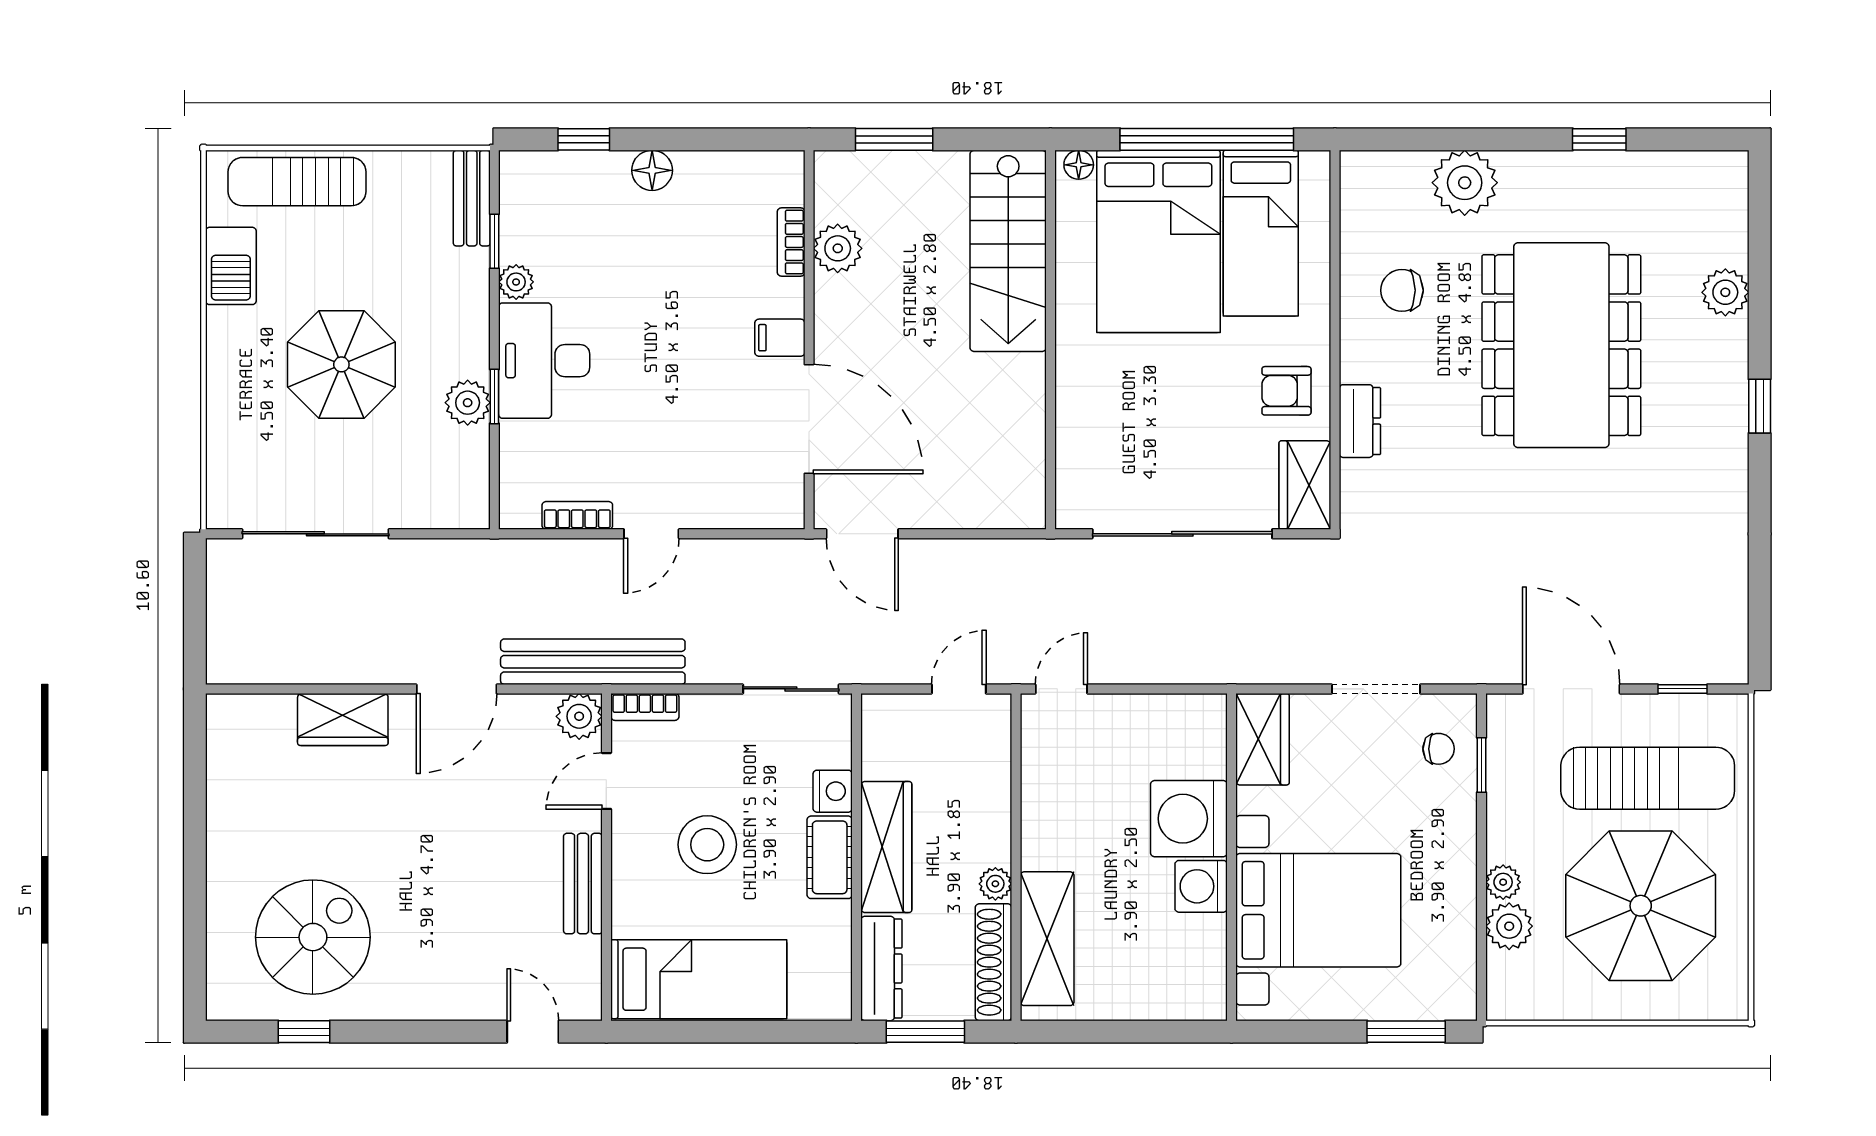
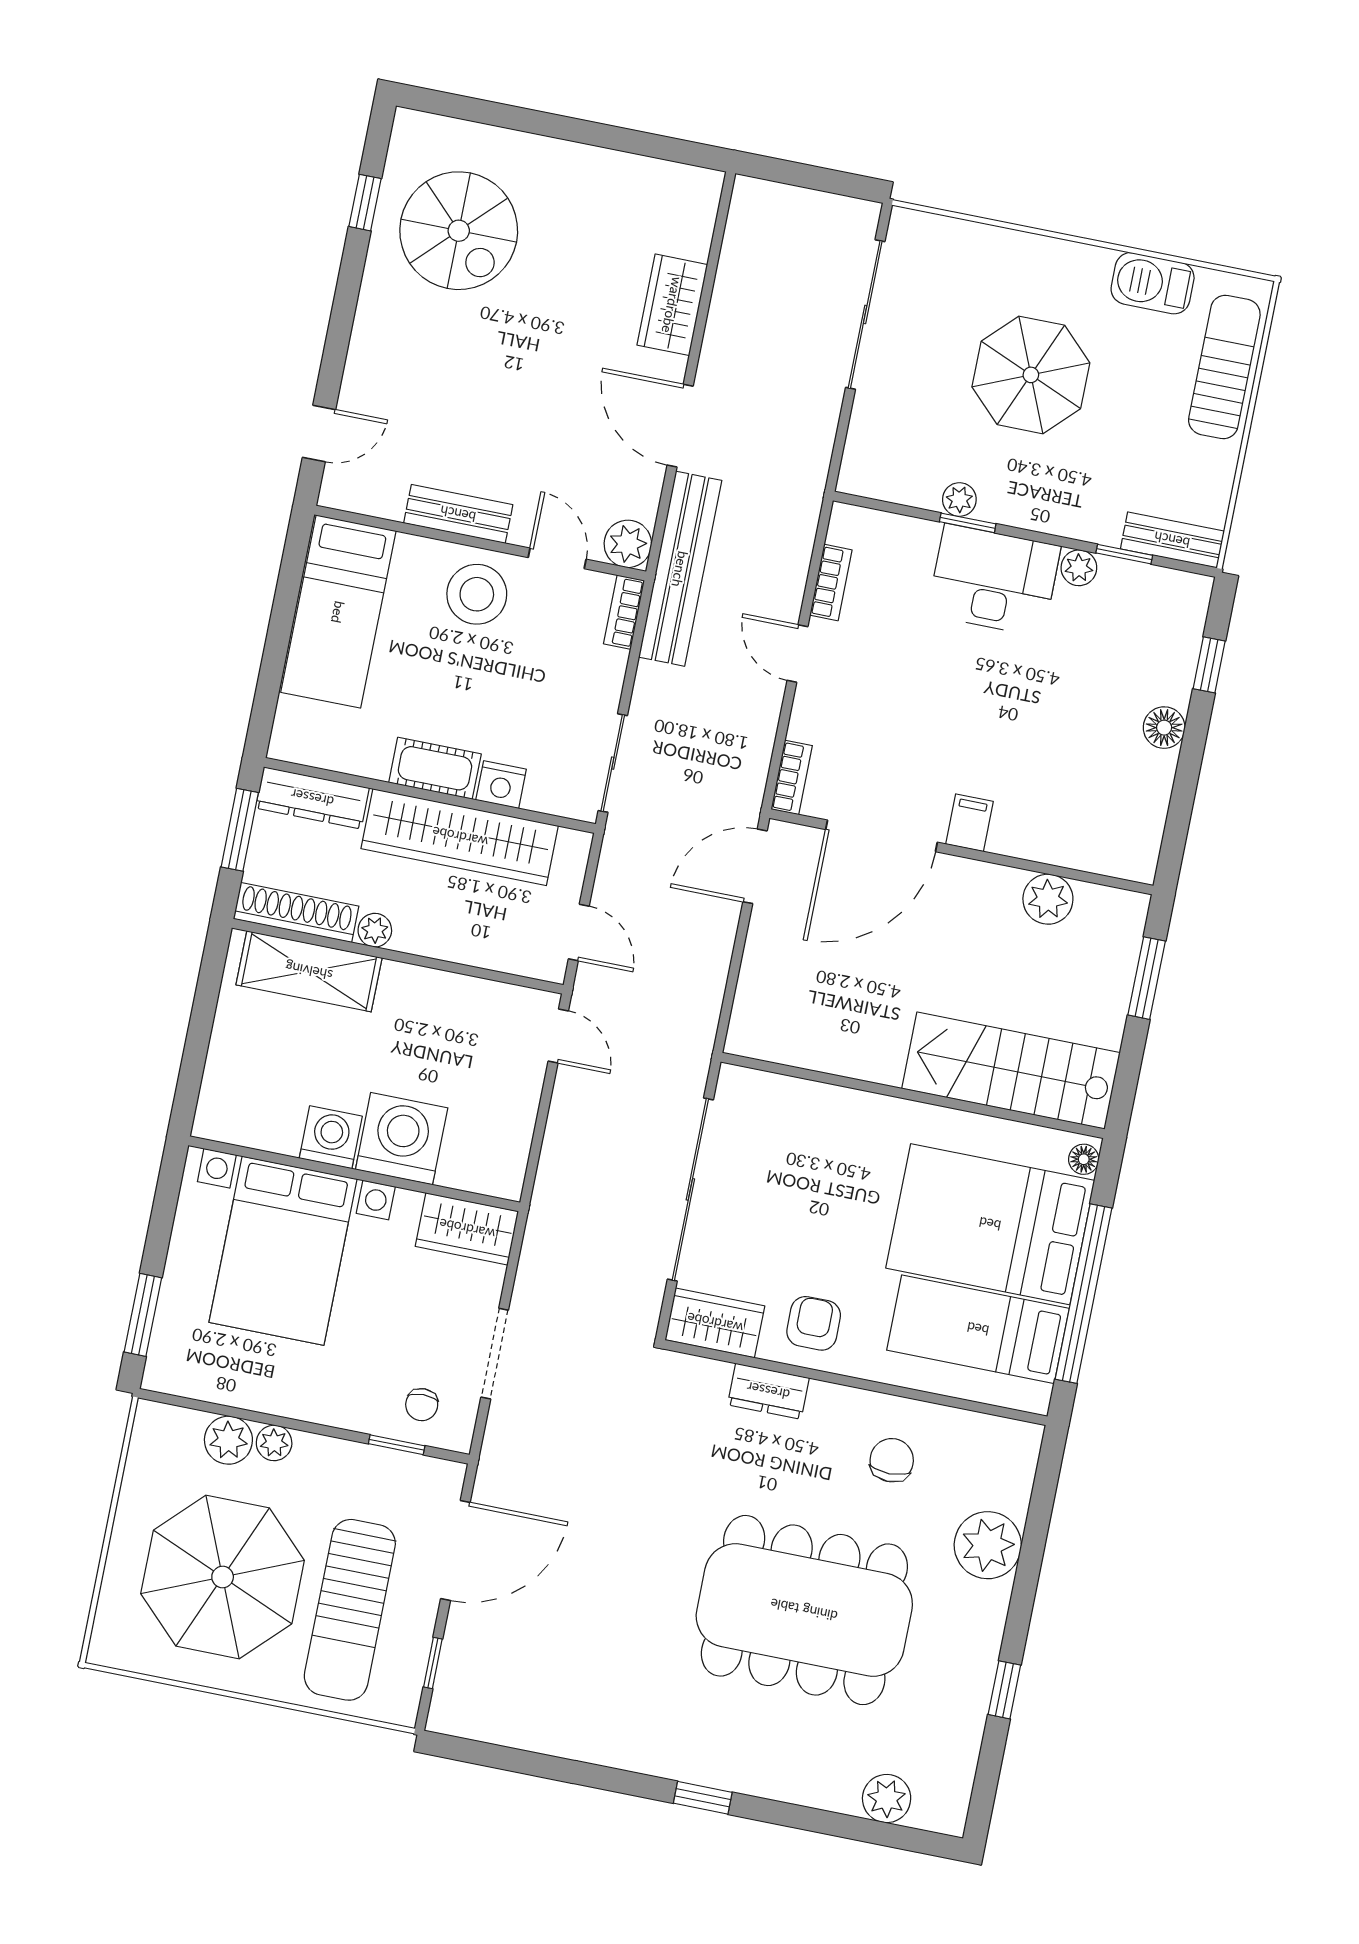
bookcase: (791, 242) -> (792, 777), moved, turned 90
plant: (1725, 292) -> (887, 1799), moved
plant: (468, 403) -> (959, 500), width x0.73, depth x0.73
stool: (707, 845) -> (477, 594), moved
wardrobe: (886, 847) -> (460, 837), width x1.40, depth x1.17

